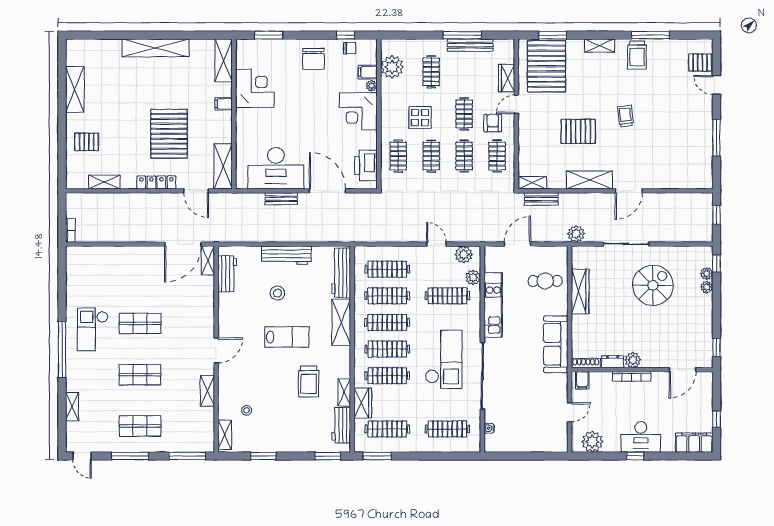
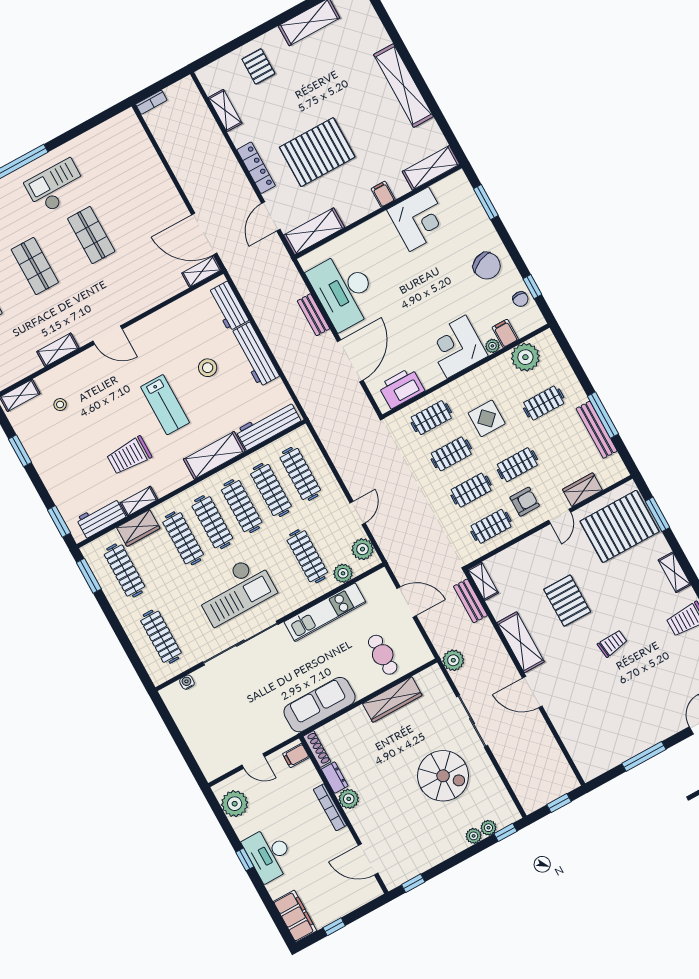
chair: (313, 59) -> (487, 266), turned -114
door: (516, 104) -> (560, 516), swing flipped
workbench: (227, 274) -> (228, 306), moved, turned 90

